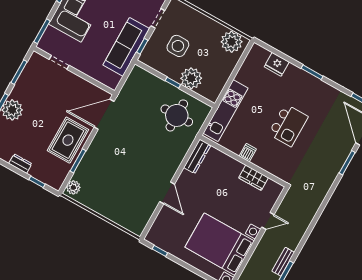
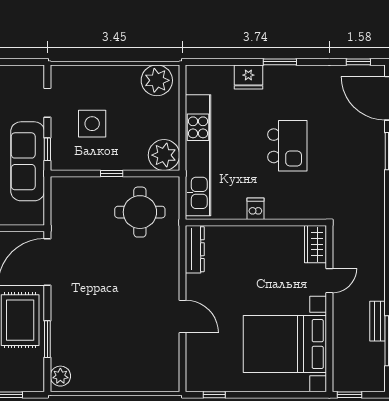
fridge: (277, 64) -> (248, 77), moved
plant: (191, 78) -> (164, 155), moved
kitchen unit: (226, 111) -> (198, 155), width x1.36
wardrobe: (254, 178) -> (316, 244), moved, turned 90

